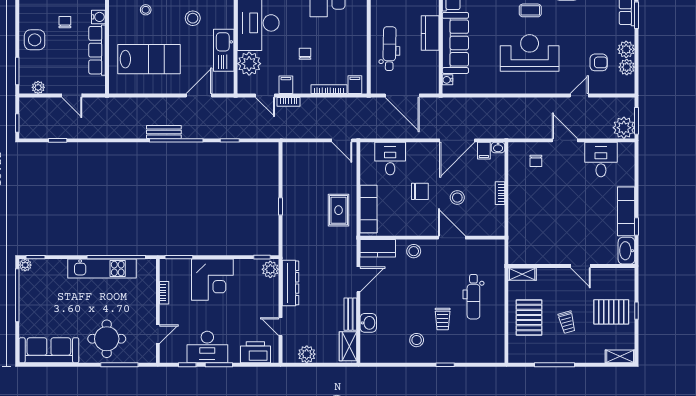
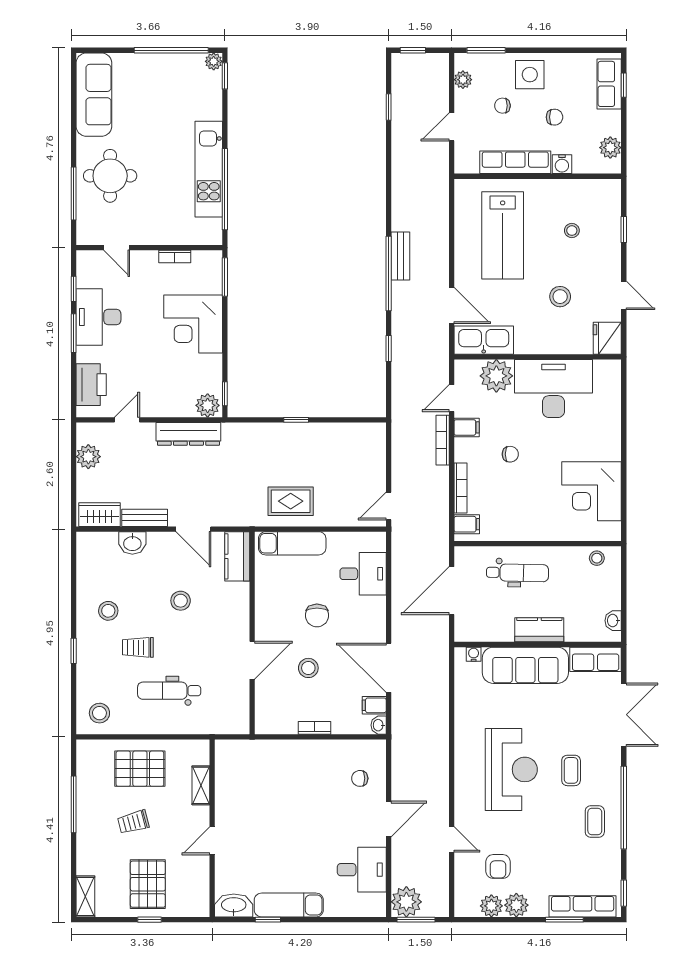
kitchen sink: (224, 50) -> (484, 340), moved
chair: (57, 59) -> (502, 106), added
bookcase: (289, 102) -> (443, 440), width x1.56
stool: (414, 251) -> (181, 601), moved
shelving: (522, 274) -> (201, 785), moved
stool: (489, 346) -> (99, 713), added

